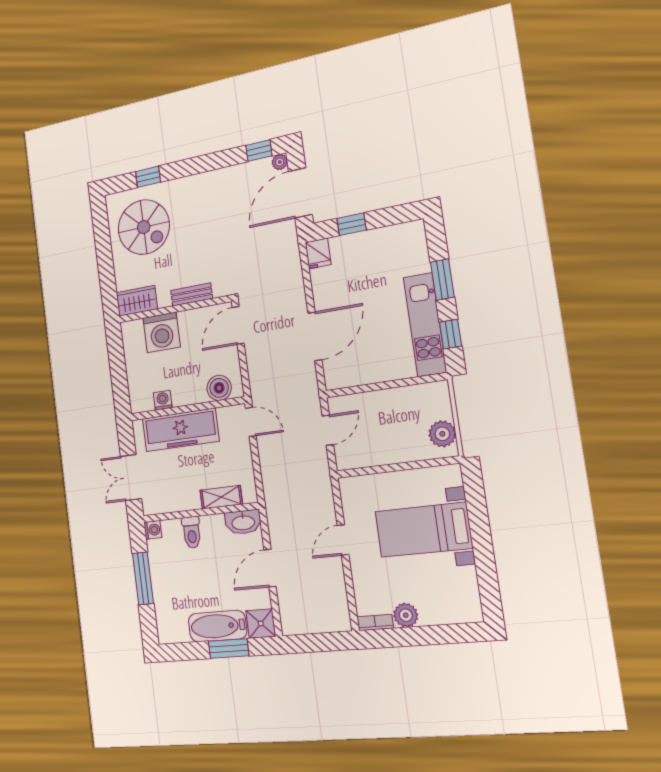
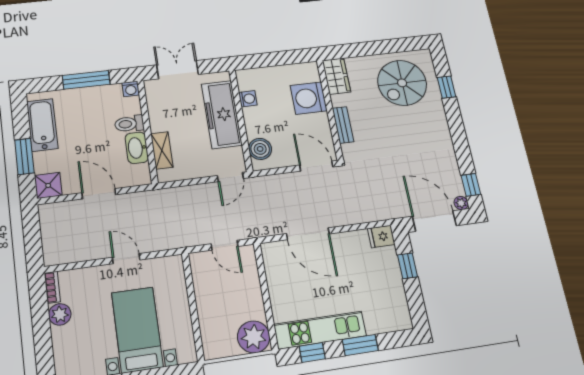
plant: (442, 434) -> (254, 337), moved, width x1.36, depth x1.36
washbasin: (243, 522) -> (137, 148), moved
bathtub: (217, 626) -> (42, 125), moved

